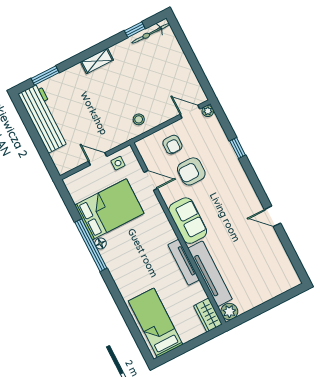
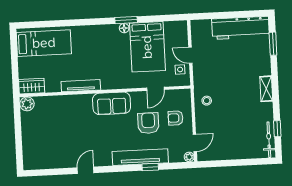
door: (98, 159) -> (190, 55), swing flipped
window: (91, 245) -> (126, 20), width x0.47
tv unit: (210, 274) -> (140, 157), moved, turned 180

